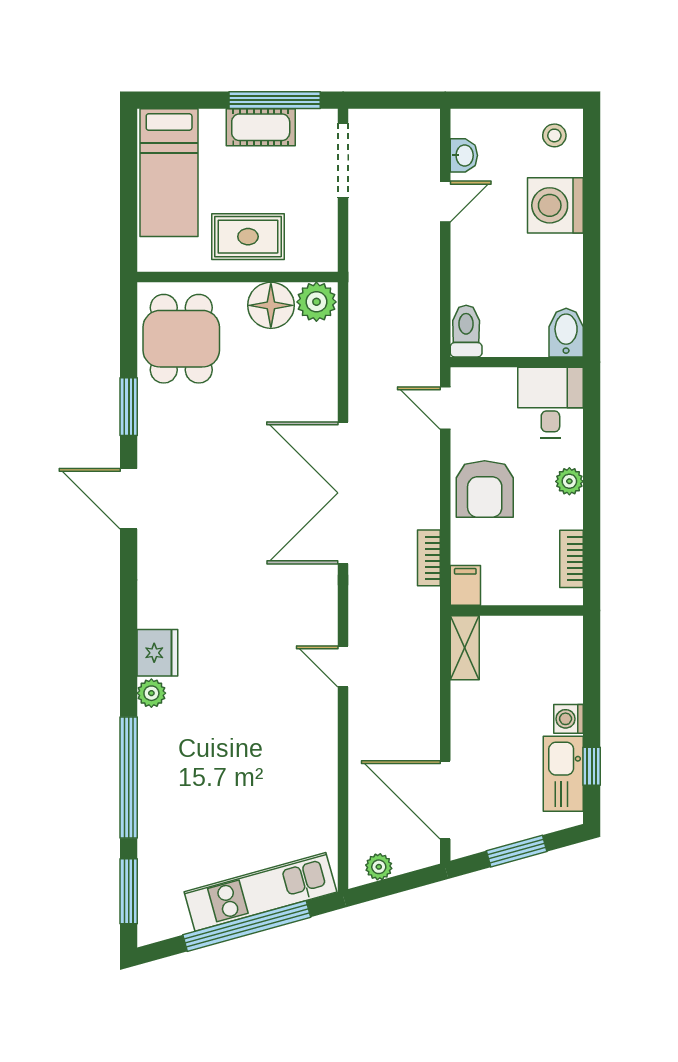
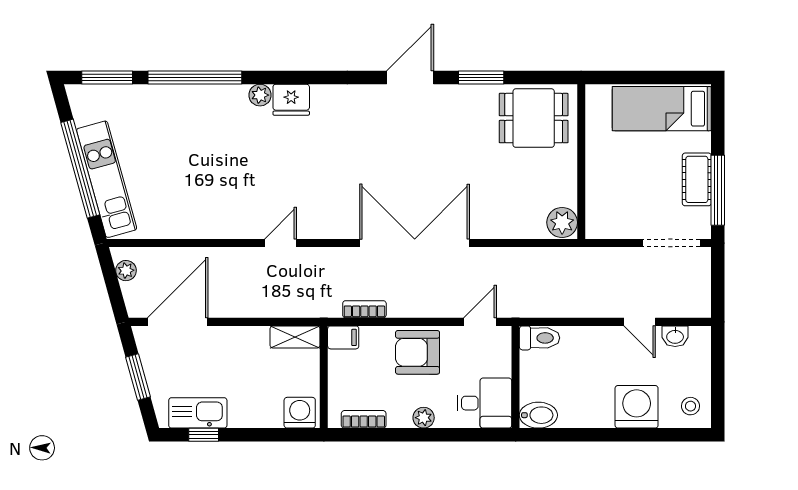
rug: (248, 237) -> (612, 170), removed
floor lamp: (271, 305) -> (559, 187), removed
washing machine: (568, 719) -> (300, 413), moved, width x1.38, depth x1.38

